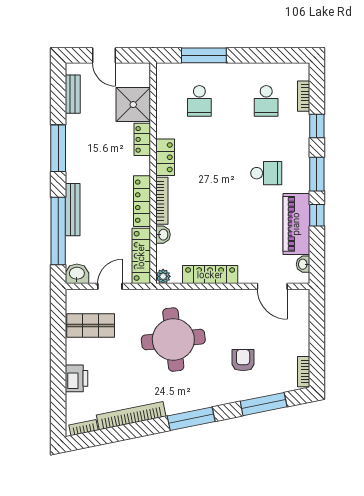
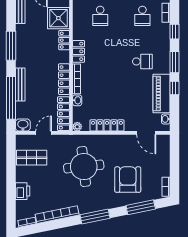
armchair: (243, 360) -> (128, 180), width x1.88, depth x1.88

